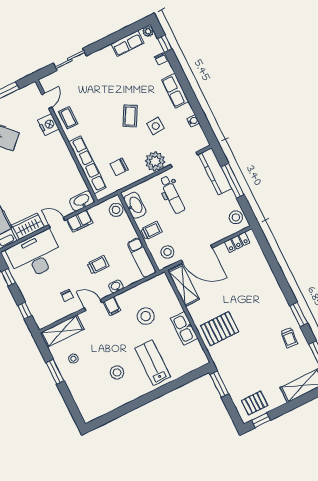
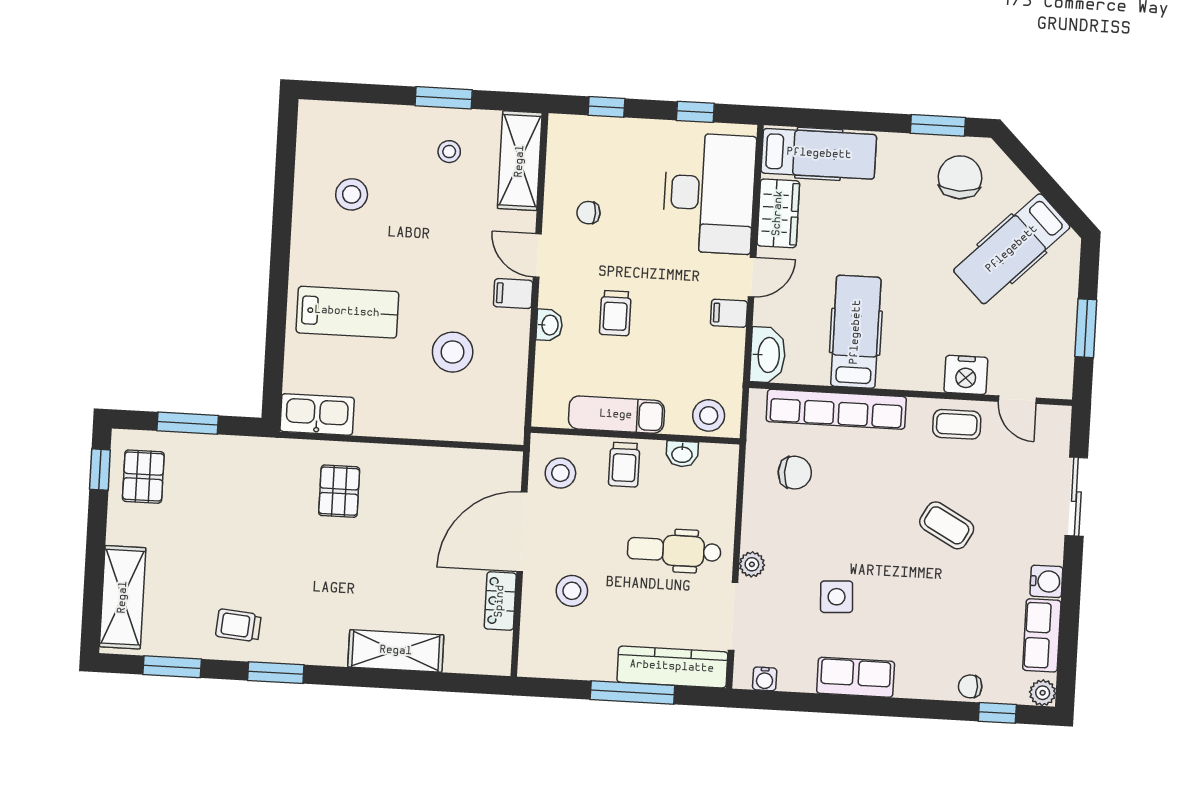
water cooler: (107, 53) -> (1046, 581), added
row of seats: (175, 91) -> (856, 677), moved
coffee table: (130, 116) -> (947, 525), moved
water cooler: (193, 121) -> (765, 679), moved
plant: (155, 161) -> (752, 564), width x0.53, depth x0.53
chair: (119, 167) -> (795, 473), turned 90
hospital bed: (55, 174) -> (856, 332), added
washbasin: (135, 205) -> (682, 454), width x0.52, depth x0.69
stool: (236, 217) -> (572, 591), moved
filing cabinet: (80, 221) -> (729, 313), width x0.50
locker: (237, 242) -> (500, 601), moved
exam couch: (142, 258) -> (616, 415), moved
shelving: (184, 285) -> (396, 651), moved
door: (93, 305) -> (537, 255), swing flipped
kitchen sink: (184, 328) -> (317, 414), moved
pallet: (220, 329) -> (339, 491), width x0.67, depth x0.71
stool: (117, 373) -> (352, 194), moved
window: (219, 384) -> (188, 423), moved

